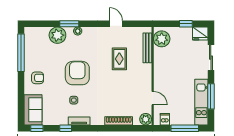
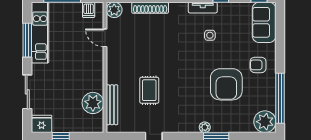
plant: (57, 35) -> (265, 122), moved
plant: (162, 39) -> (93, 103), moved
armchair: (77, 73) -> (226, 84), moved

